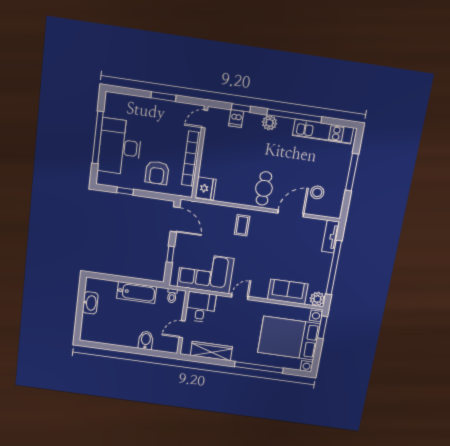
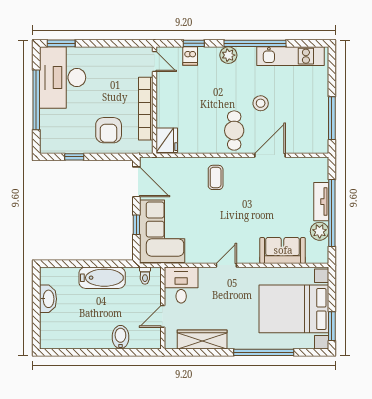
window: (163, 97) -> (61, 43), moved
door: (204, 119) -> (155, 62), swing flipped
desk: (120, 147) -> (63, 77), moved
window: (352, 172) -> (332, 118), moved
stool: (317, 192) -> (261, 103), moved
tv unit: (331, 237) -> (321, 202), moved
corner sofa: (205, 273) -> (162, 231), moved, turned 90
plant: (317, 299) -> (320, 231), moved
window: (322, 327) -> (332, 326), moved

